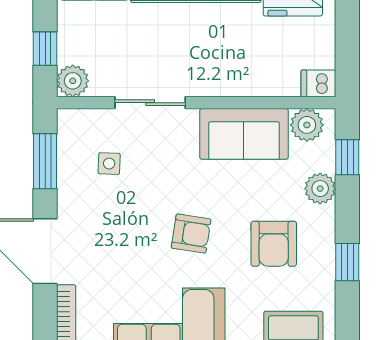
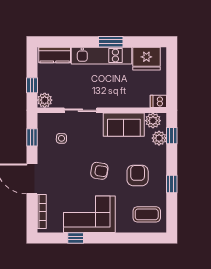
window: (45, 161) -> (32, 137), width x0.67
plant: (320, 189) -> (159, 138), moved
armchair: (274, 244) -> (138, 175), turned 180

